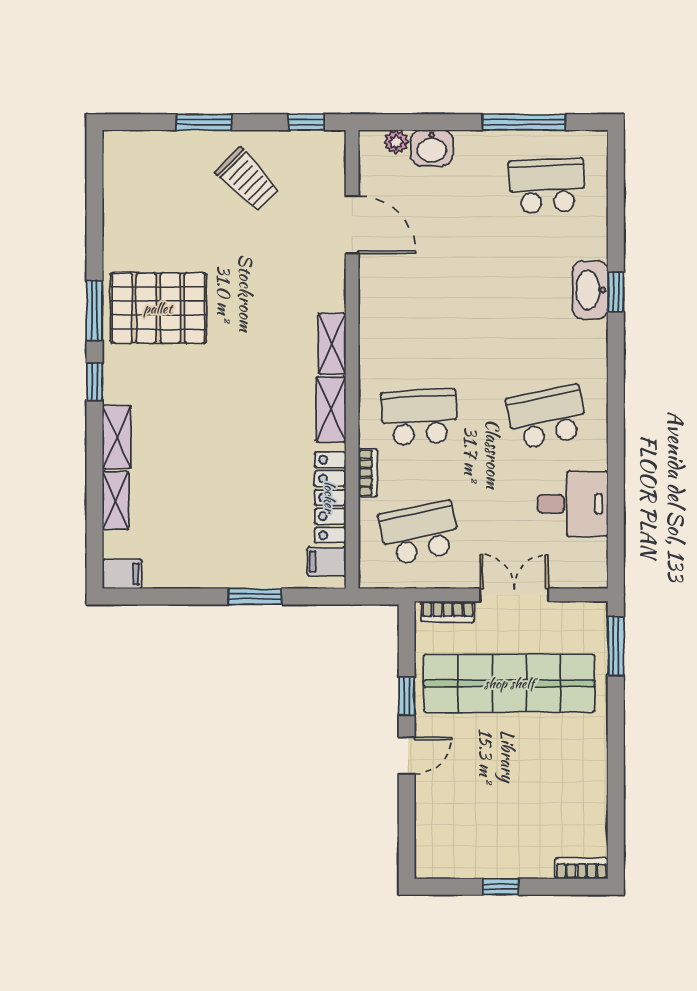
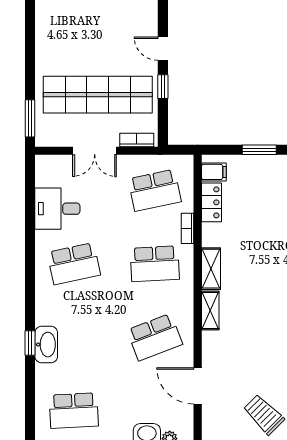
school desk: (419, 301) -> (155, 337), added
locker: (330, 497) -> (211, 202), width x0.66
door: (407, 756) -> (163, 49), hinge flipped

